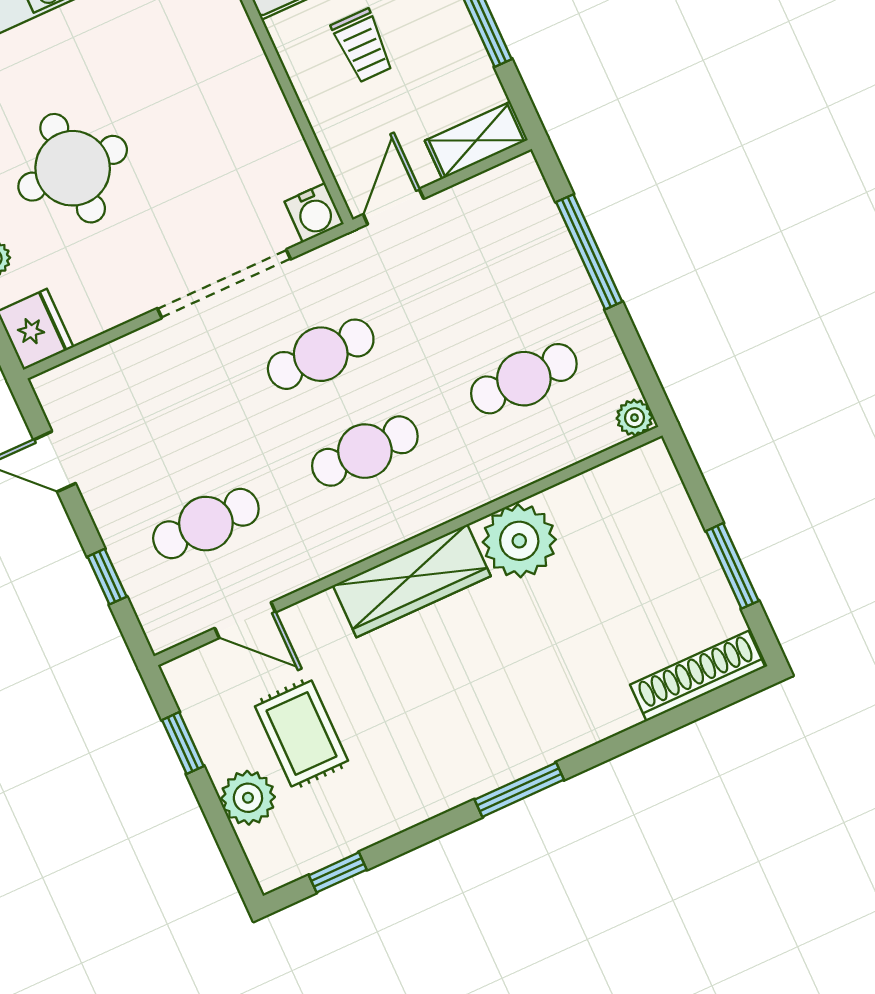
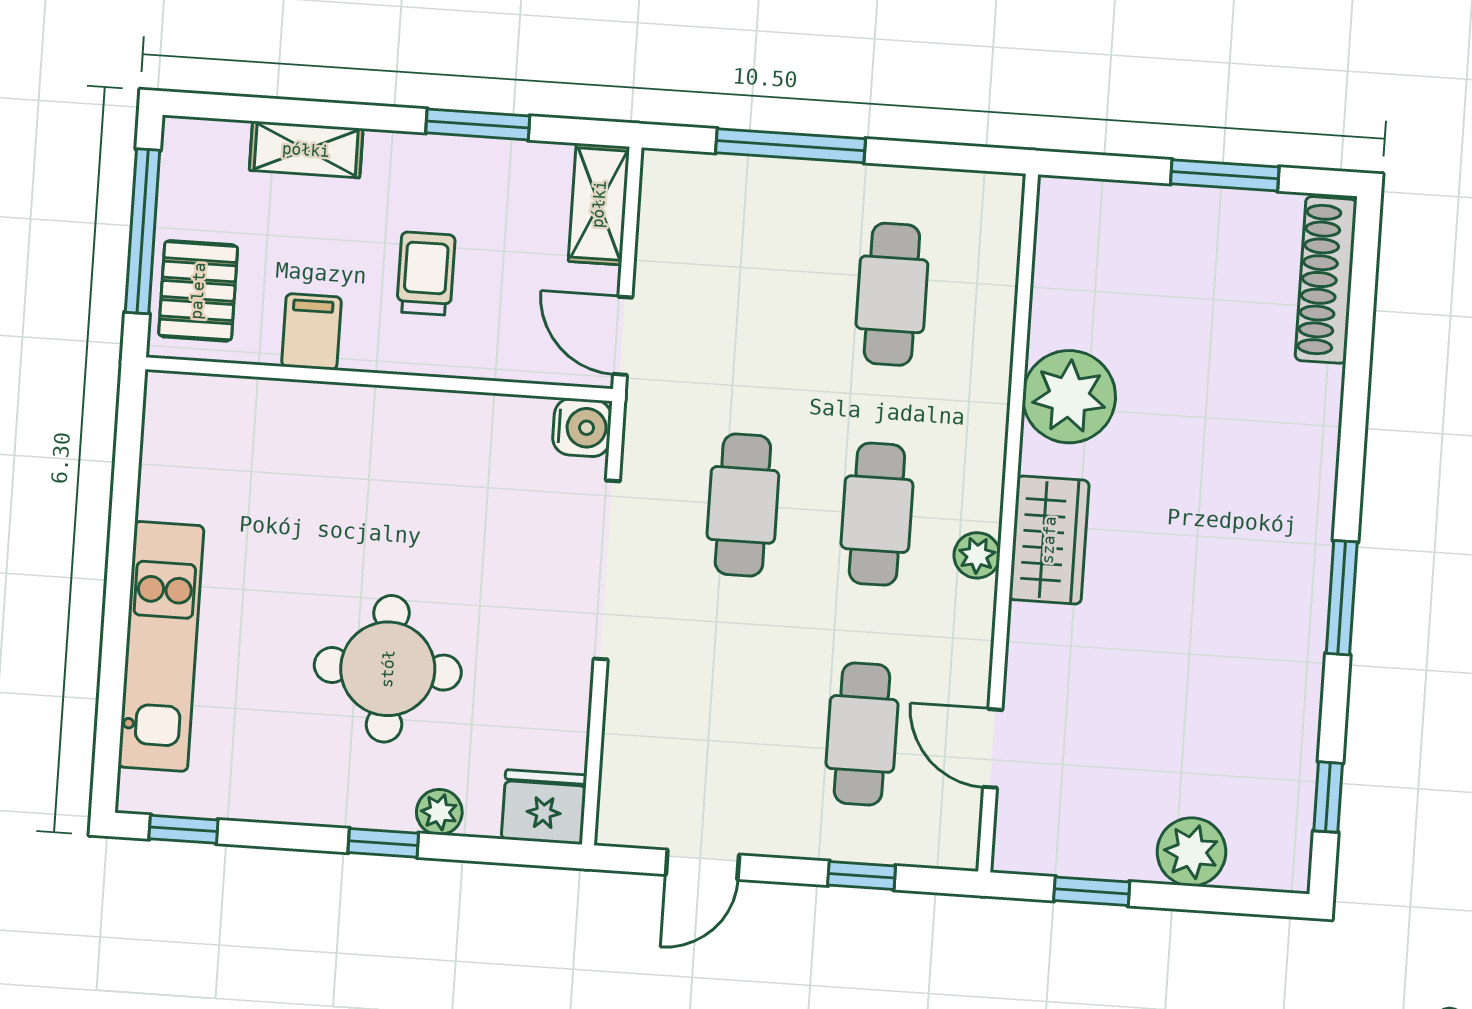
trolley: (363, 46) -> (426, 274), turned -90
plant: (635, 418) -> (977, 555), moved
wardrobe: (412, 581) -> (1049, 540), width x0.67
door: (245, 620) -> (993, 748), swing flipped
rug: (301, 733) -> (1152, 754), removed
window: (519, 790) -> (1342, 598), moved

